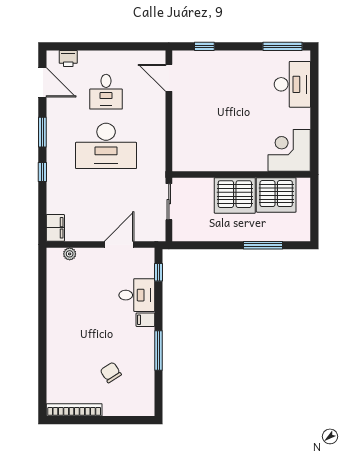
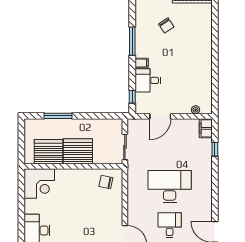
window: (42, 132) -> (215, 196), removed
chair: (195, 152) -> (106, 182), added
window: (42, 172) -> (215, 149), moved

